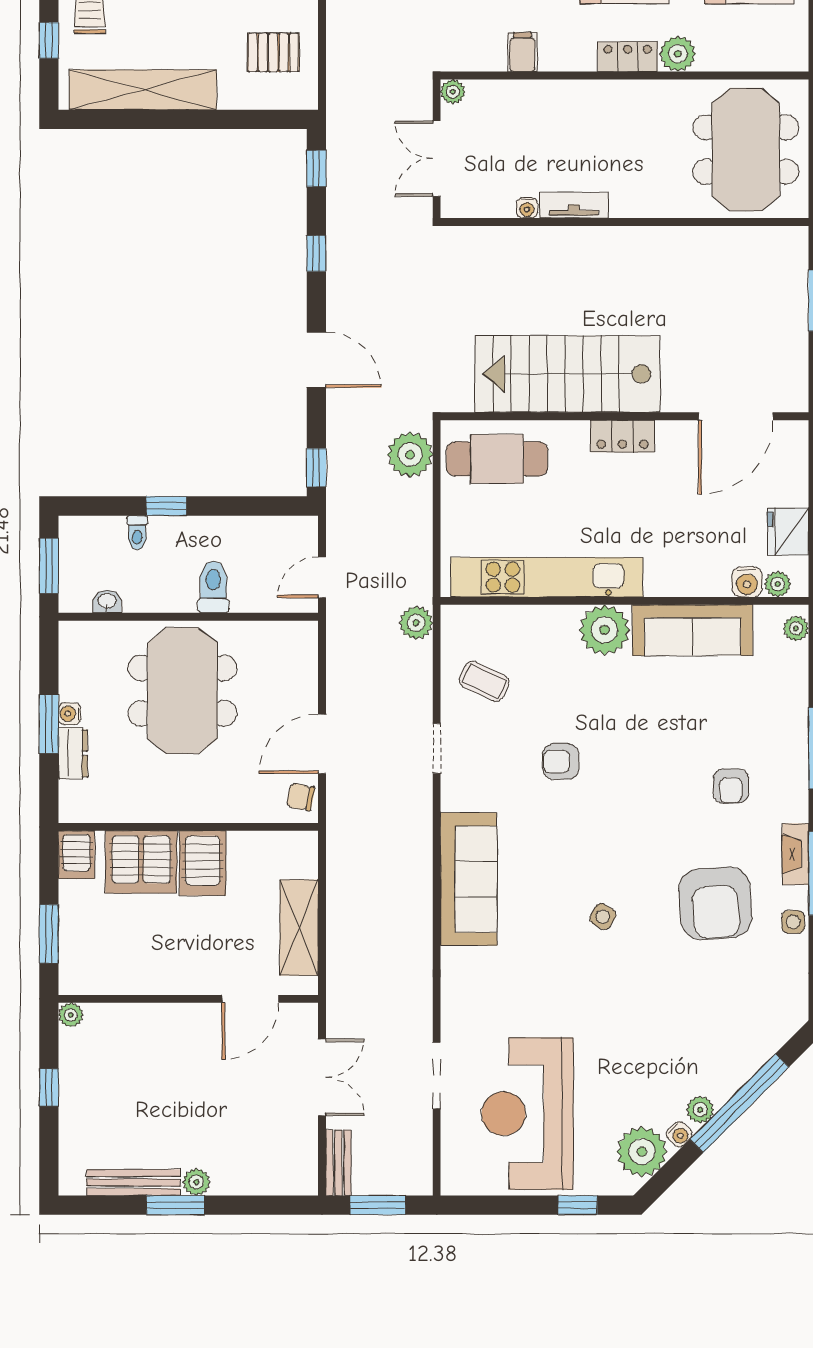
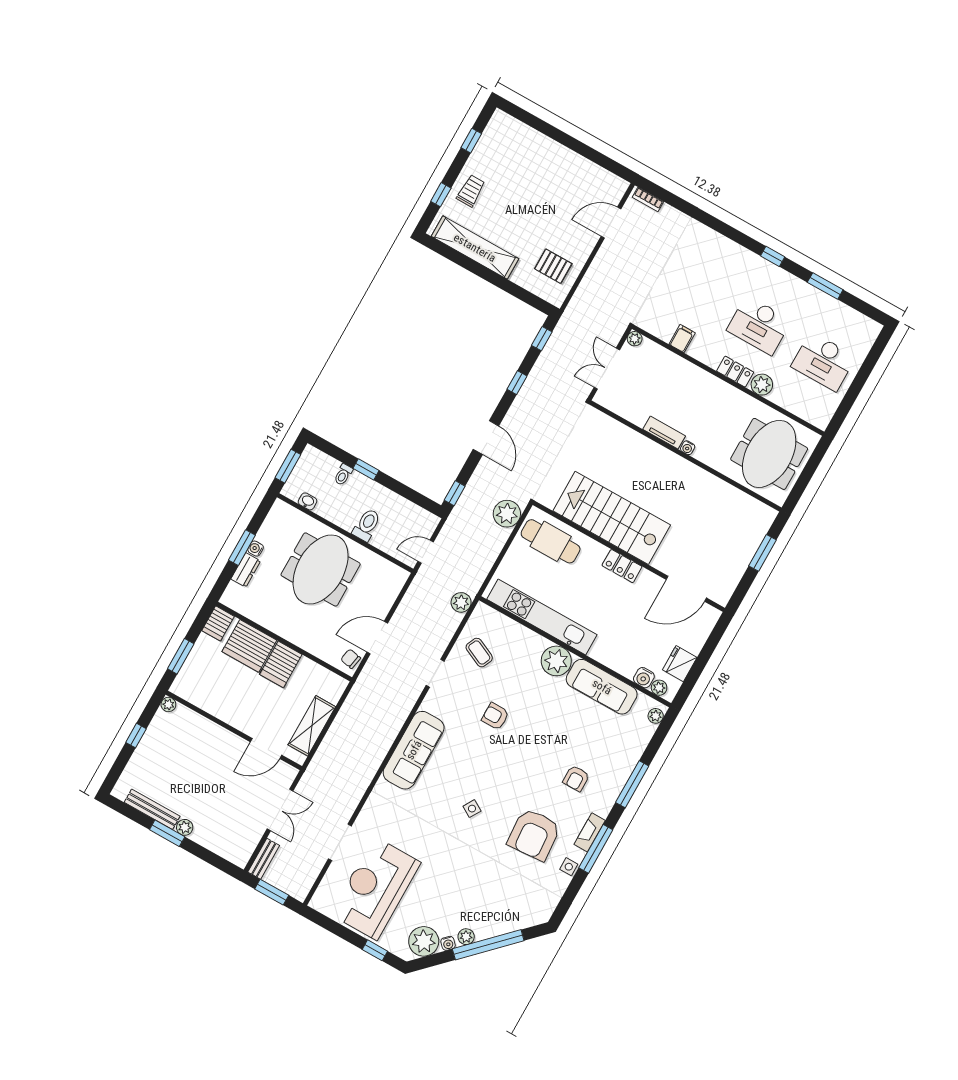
water cooler: (527, 208) -> (688, 448), moved

